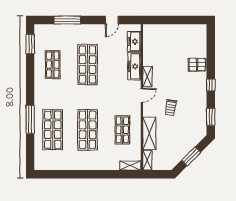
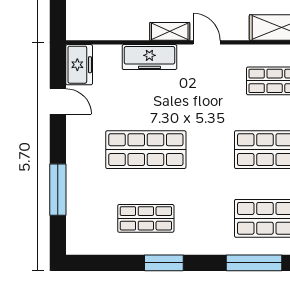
freezer: (134, 42) -> (79, 65), moved, turned -90
window: (30, 44) -> (164, 263), moved

